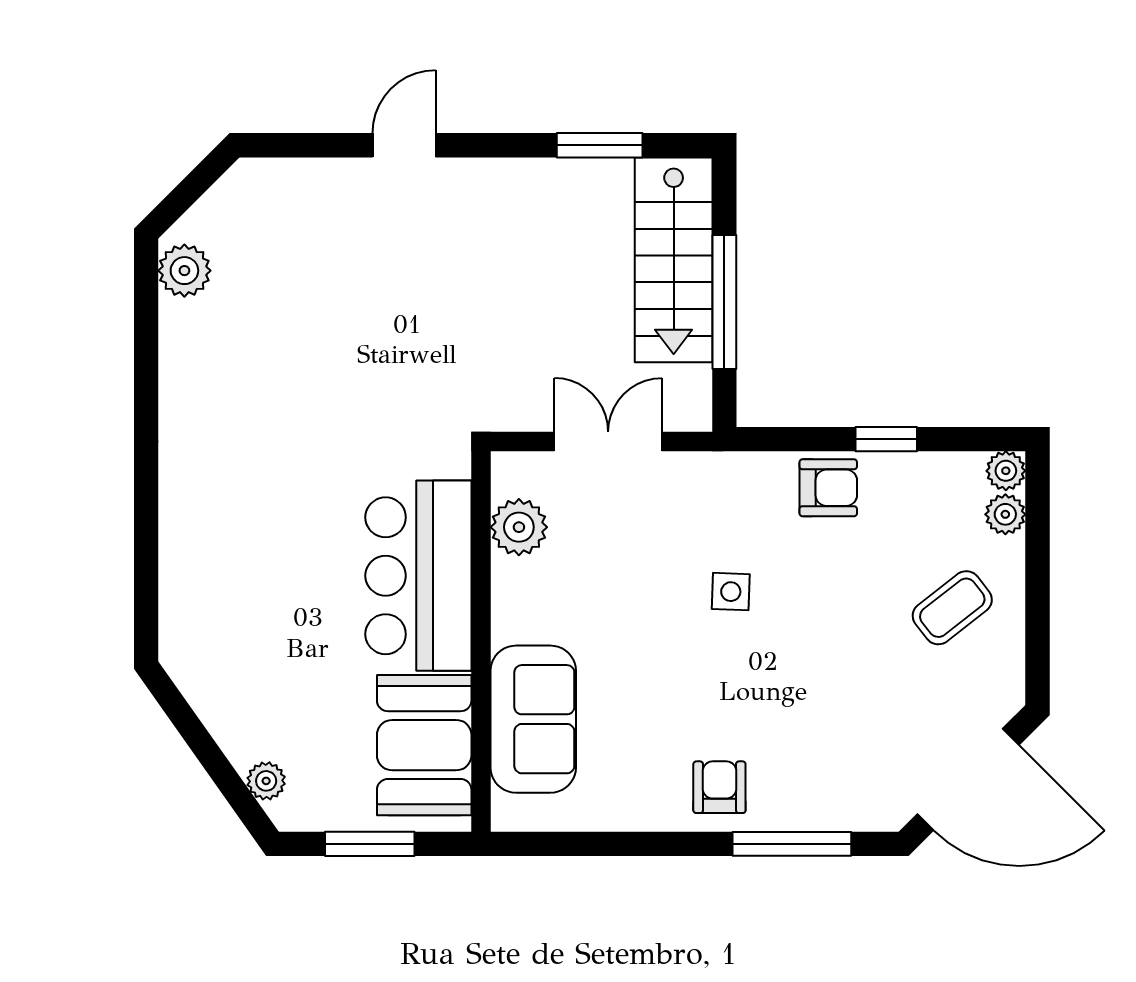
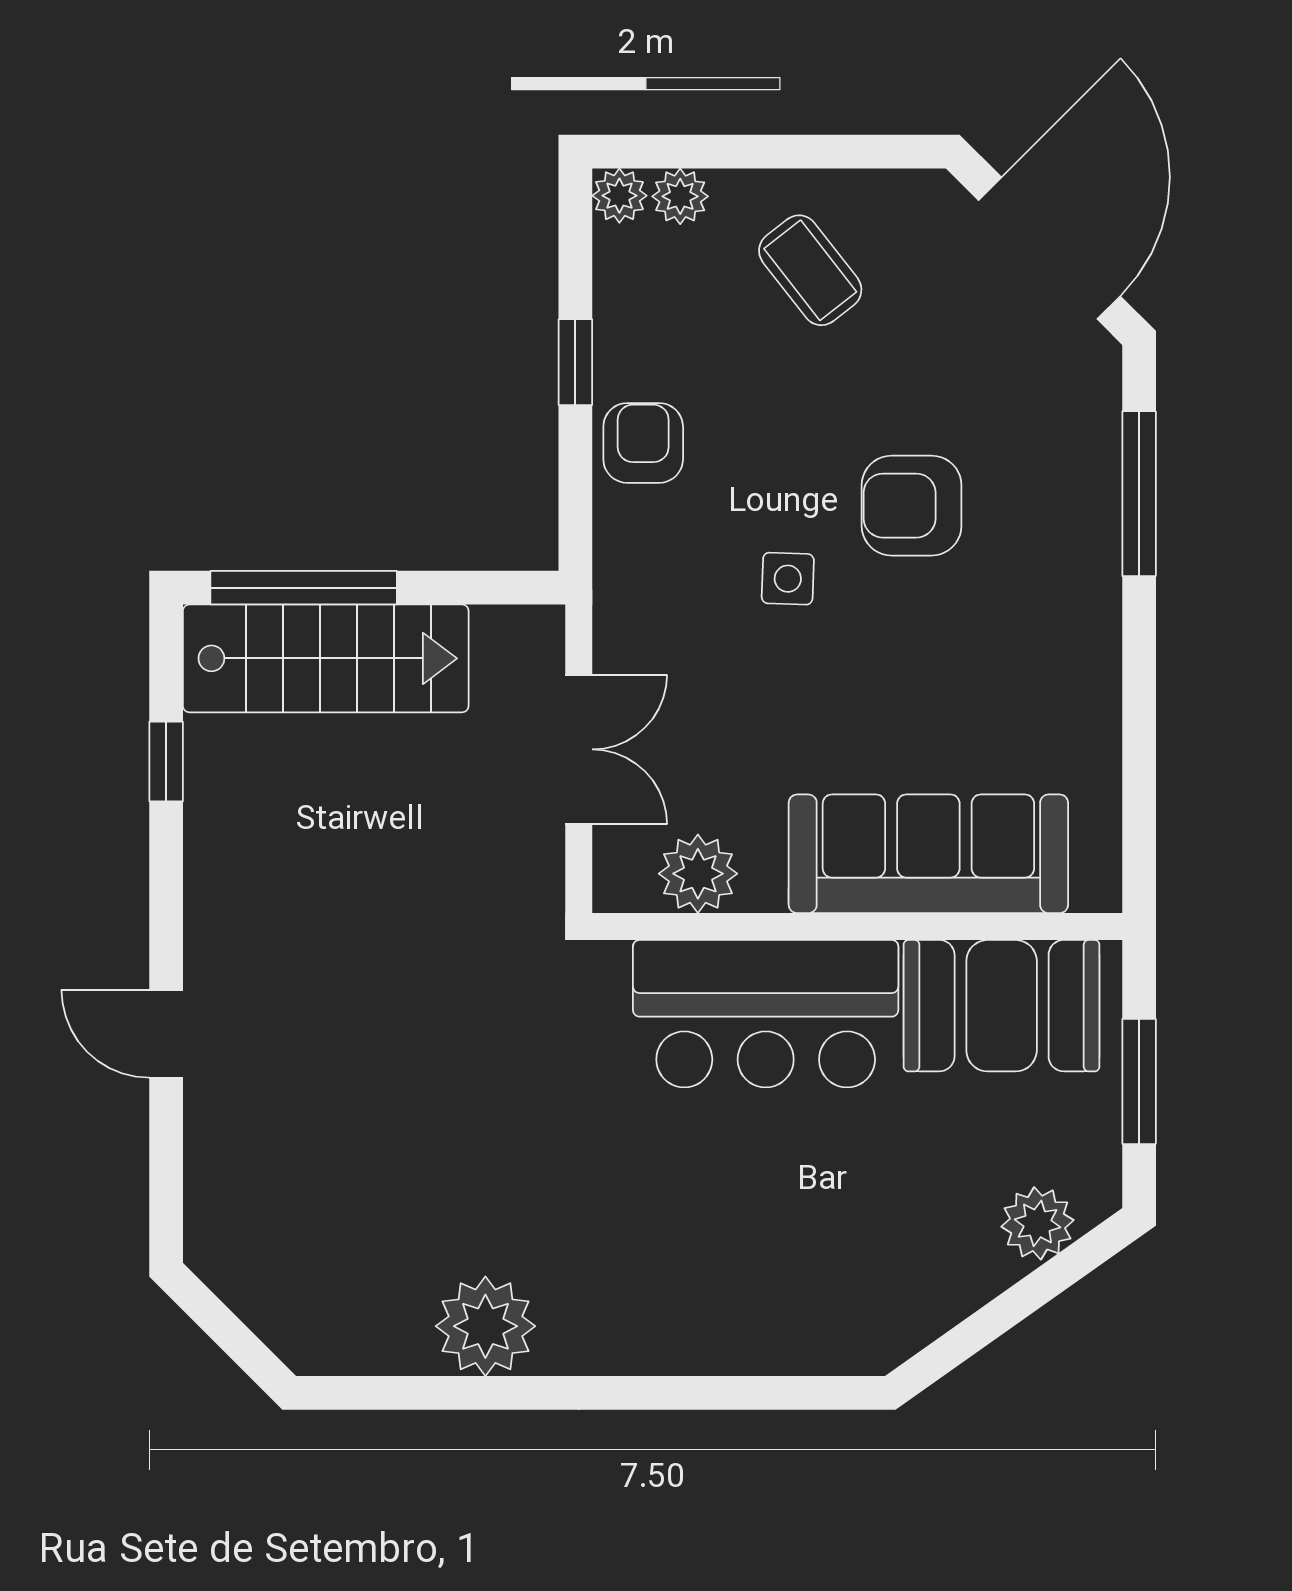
window: (600, 145) -> (166, 761), width x0.67
plant: (184, 271) -> (485, 1326), moved, width x1.36, depth x1.36
window: (724, 302) -> (304, 588), moved
double door: (608, 442) -> (579, 749), swing flipped
sofa: (533, 719) -> (928, 854), width x1.36
plant: (266, 781) -> (1037, 1223), width x1.38, depth x1.38
armchair: (719, 787) -> (912, 506), moved, width x1.38, depth x1.38

